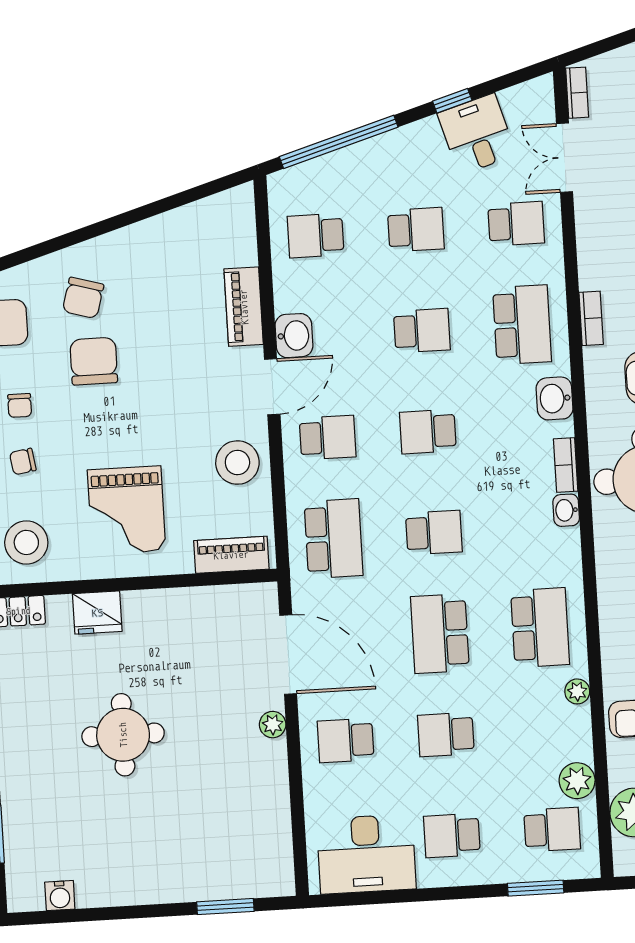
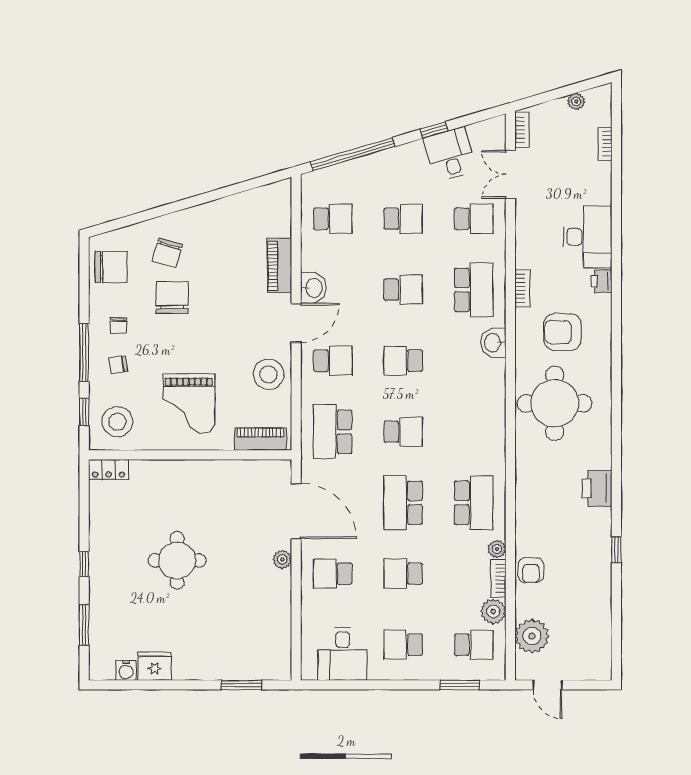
school desk: (316, 236) -> (333, 219), turned 180
bookcase: (566, 465) -> (498, 578), moved
washbasin: (566, 510) -> (497, 422), removed
school desk: (334, 539) -> (333, 432), turned 180
fridge: (97, 613) -> (155, 666), moved, turned 180
desk: (366, 854) -> (343, 654), width x0.73

